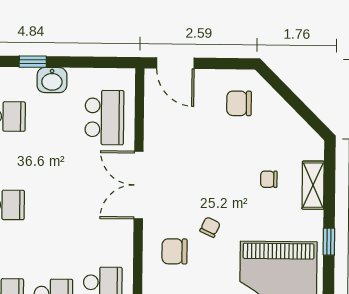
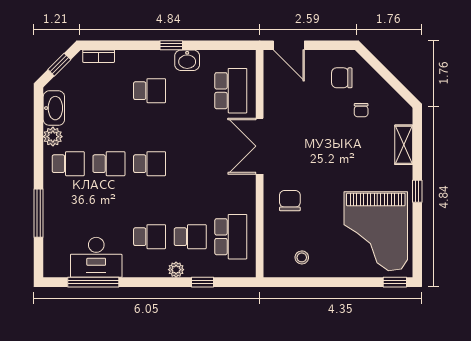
chair: (269, 179) -> (361, 110), moved, turned -90
chair: (210, 227) -> (319, 180), removed
chair: (175, 251) -> (290, 201), turned 90

